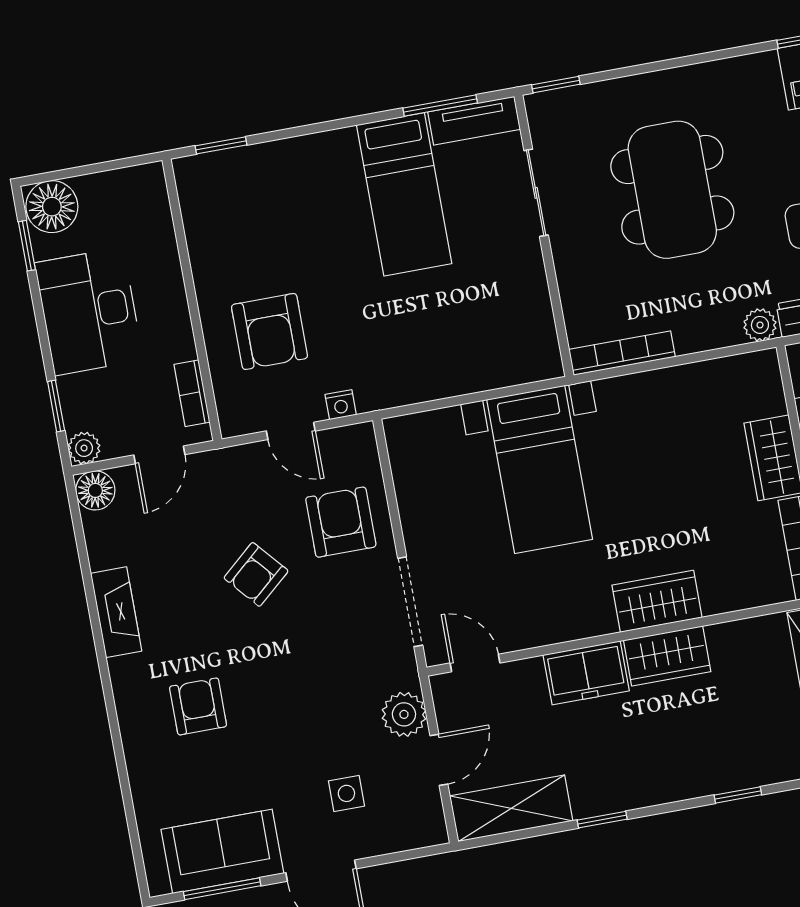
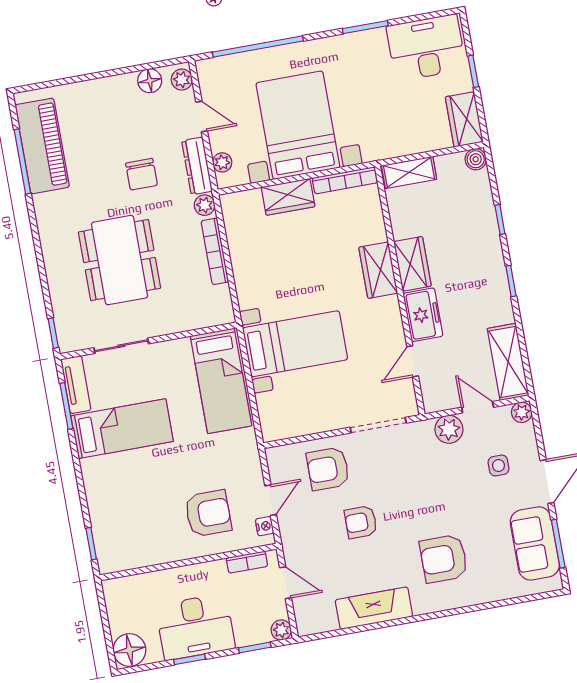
dining table: (672, 190) -> (120, 260), turned 90
window: (27, 246) -> (190, 659), moved
bed: (480, 351) -> (221, 381), added
bookcase: (622, 353) -> (215, 251), moved
nightstand: (341, 405) -> (265, 526), moved
floor lamp: (95, 490) -> (308, 623), removed
armchair: (256, 574) -> (361, 522), turned 131
fireplace: (116, 612) -> (374, 608), width x1.37, depth x1.32
door: (475, 663) -> (413, 361), moved
armchair: (198, 706) -> (444, 559), width x1.38, depth x1.38
window: (602, 820) -> (511, 281), moved
plant: (431, 830) -> (522, 412), added

